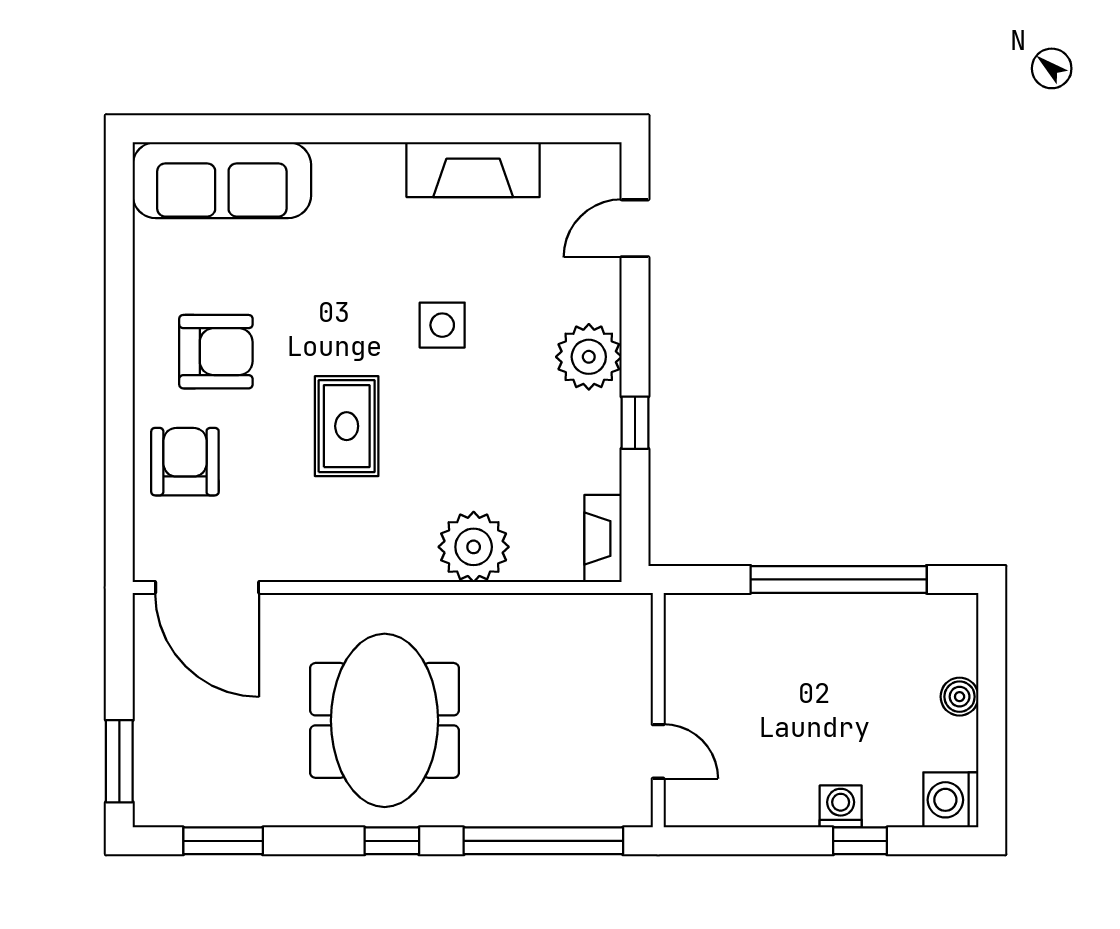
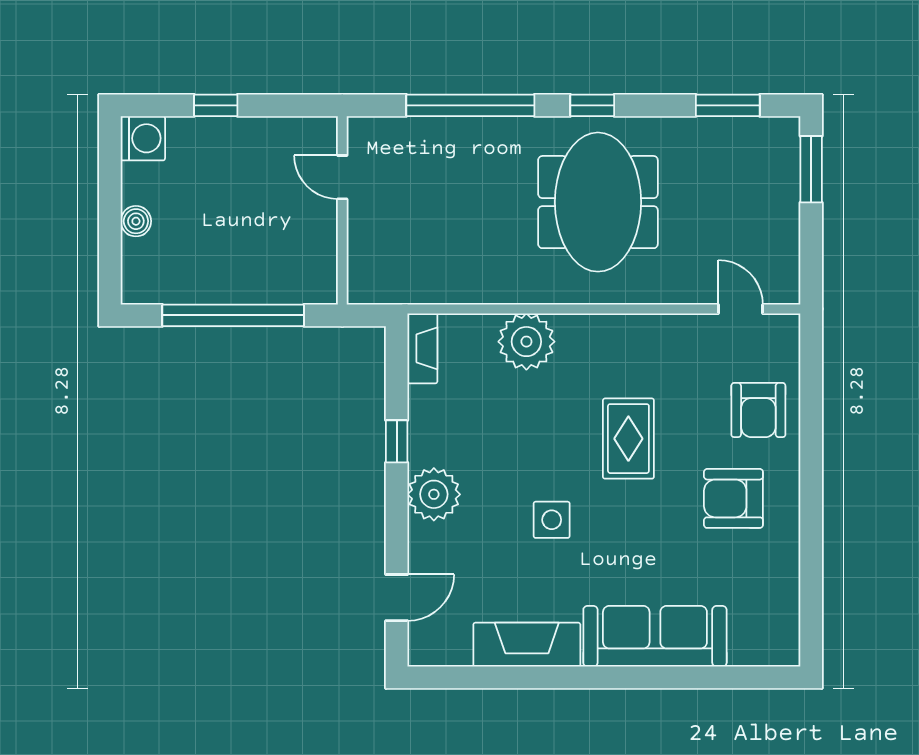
sofa: (222, 180) -> (655, 636), moved
door: (207, 587) -> (741, 309), width x0.53
wall: (658, 710) -> (342, 210), moved
door: (658, 751) -> (342, 177), moved
washing machine: (841, 806) -> (231, 133), removed

